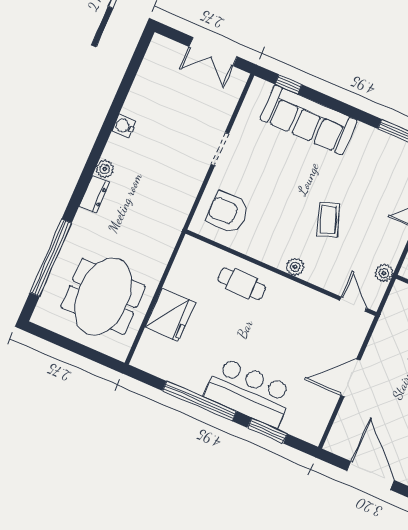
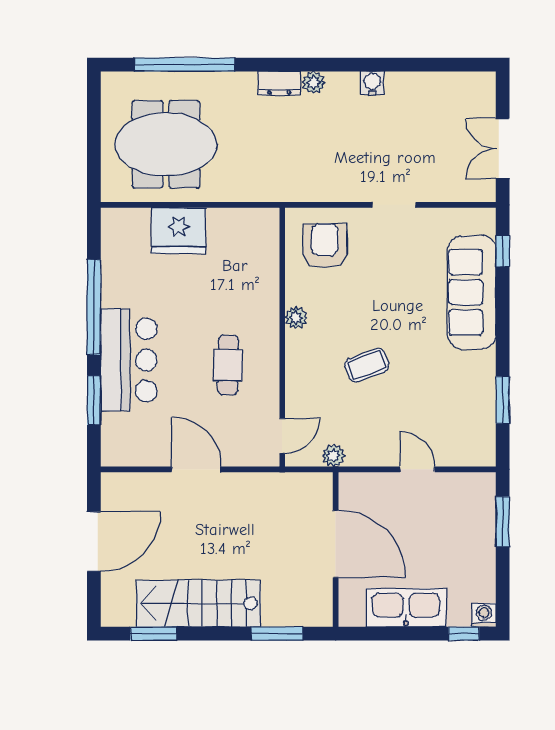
plant: (295, 267) -> (296, 318), moved
cafe table: (242, 284) -> (228, 365), moved

